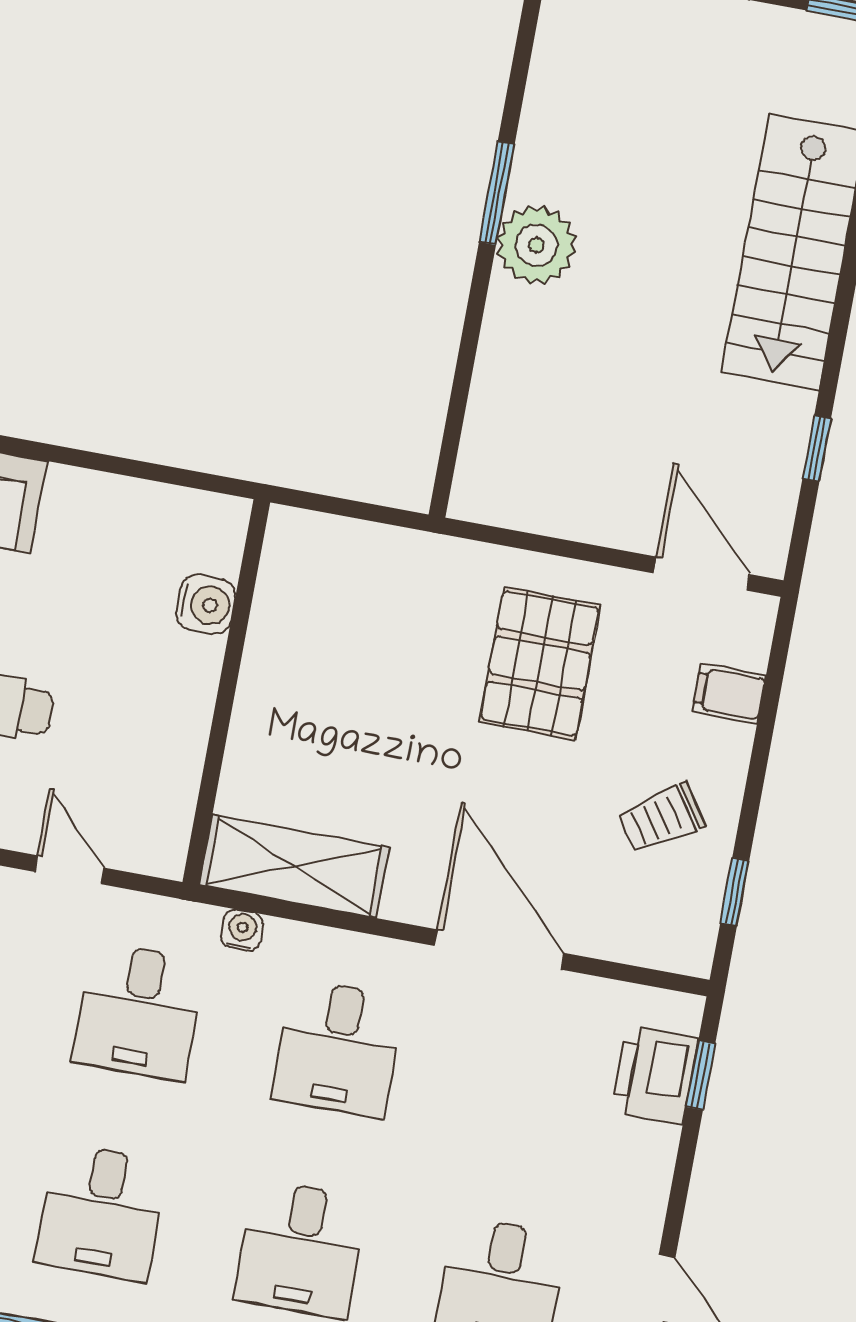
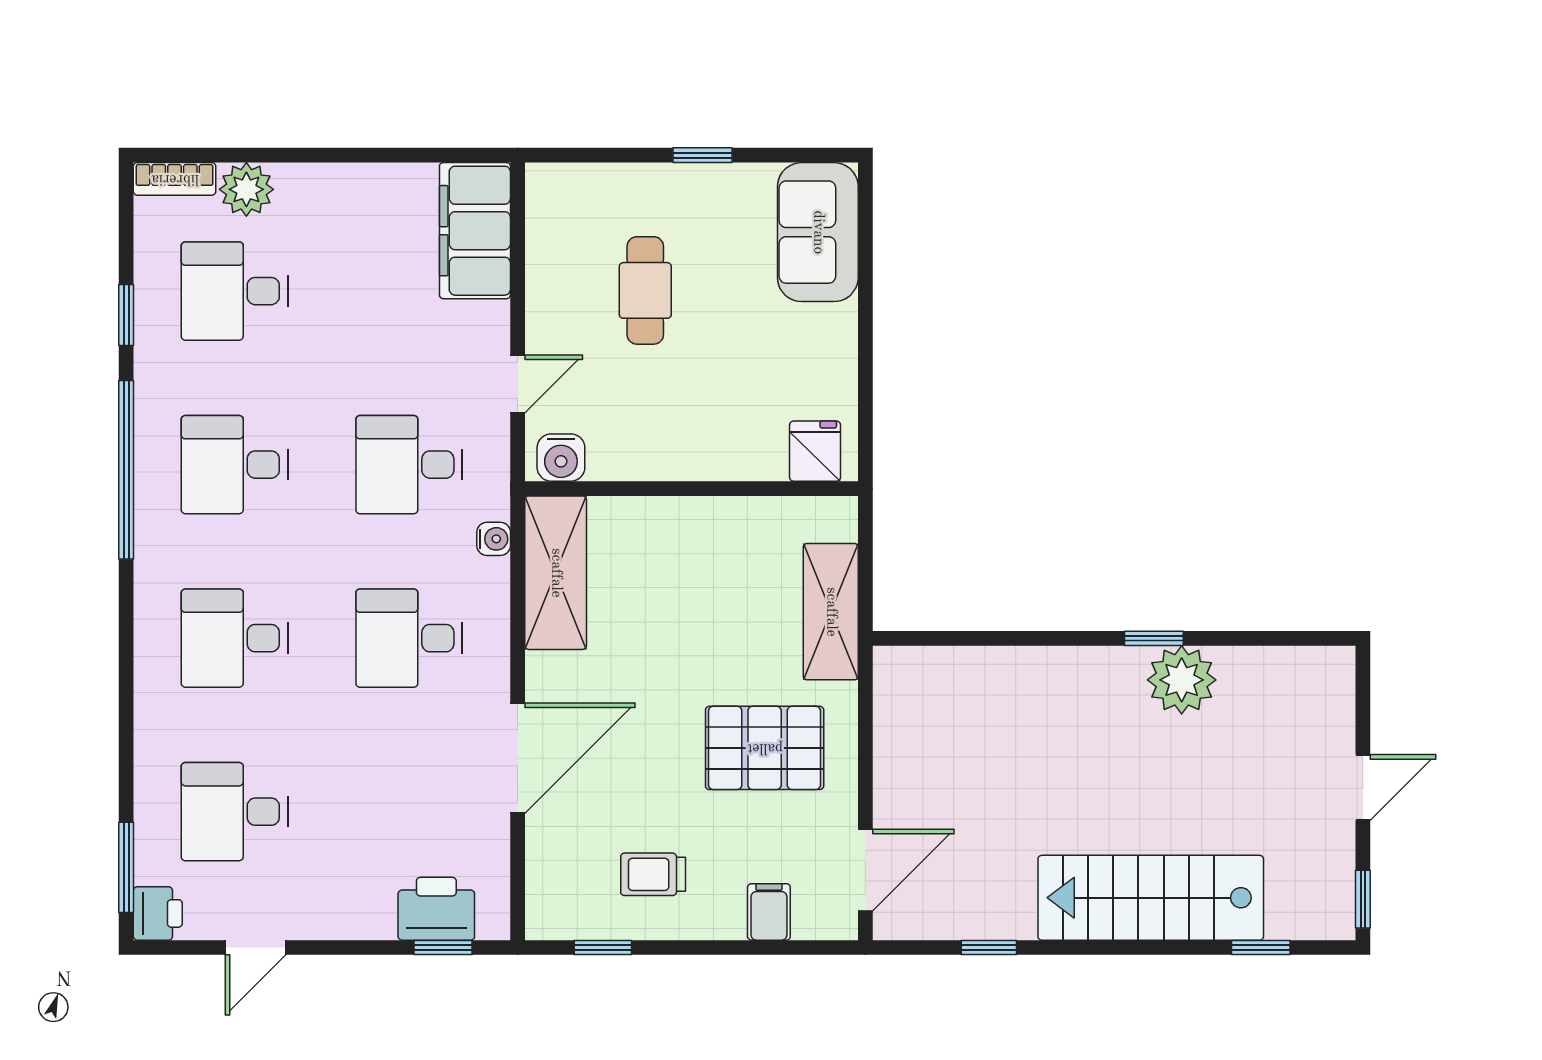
window: (497, 193) -> (1154, 638), width x0.67
plant: (536, 245) -> (1182, 680), moved
fridge: (210, 542) -> (815, 451), added
shelving: (397, 558) -> (831, 612), added
water cooler: (206, 604) -> (561, 458), moved
trolley: (661, 818) -> (653, 874), turned -56

